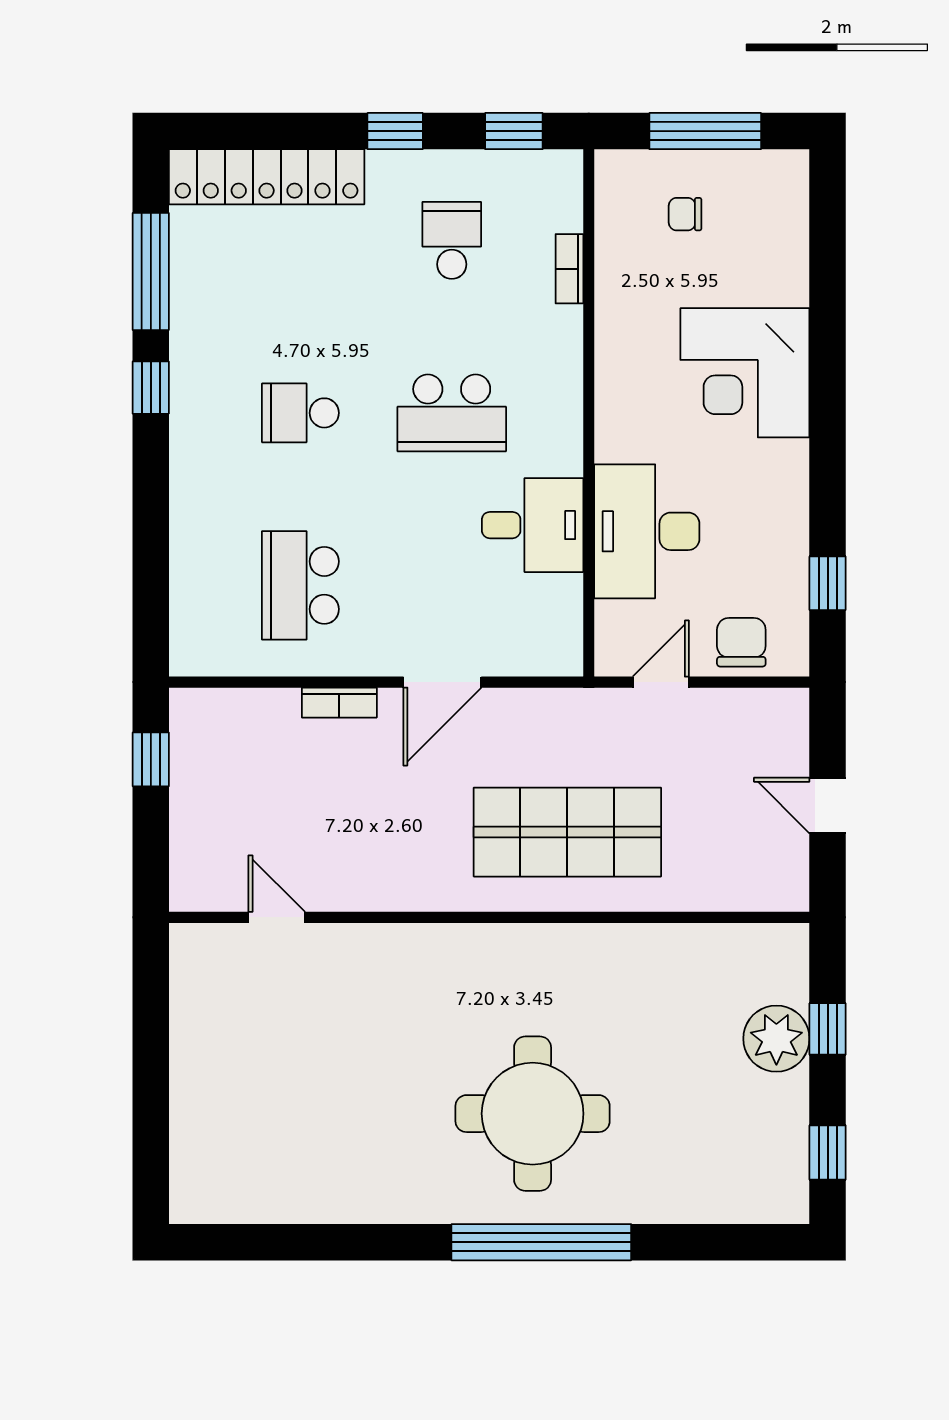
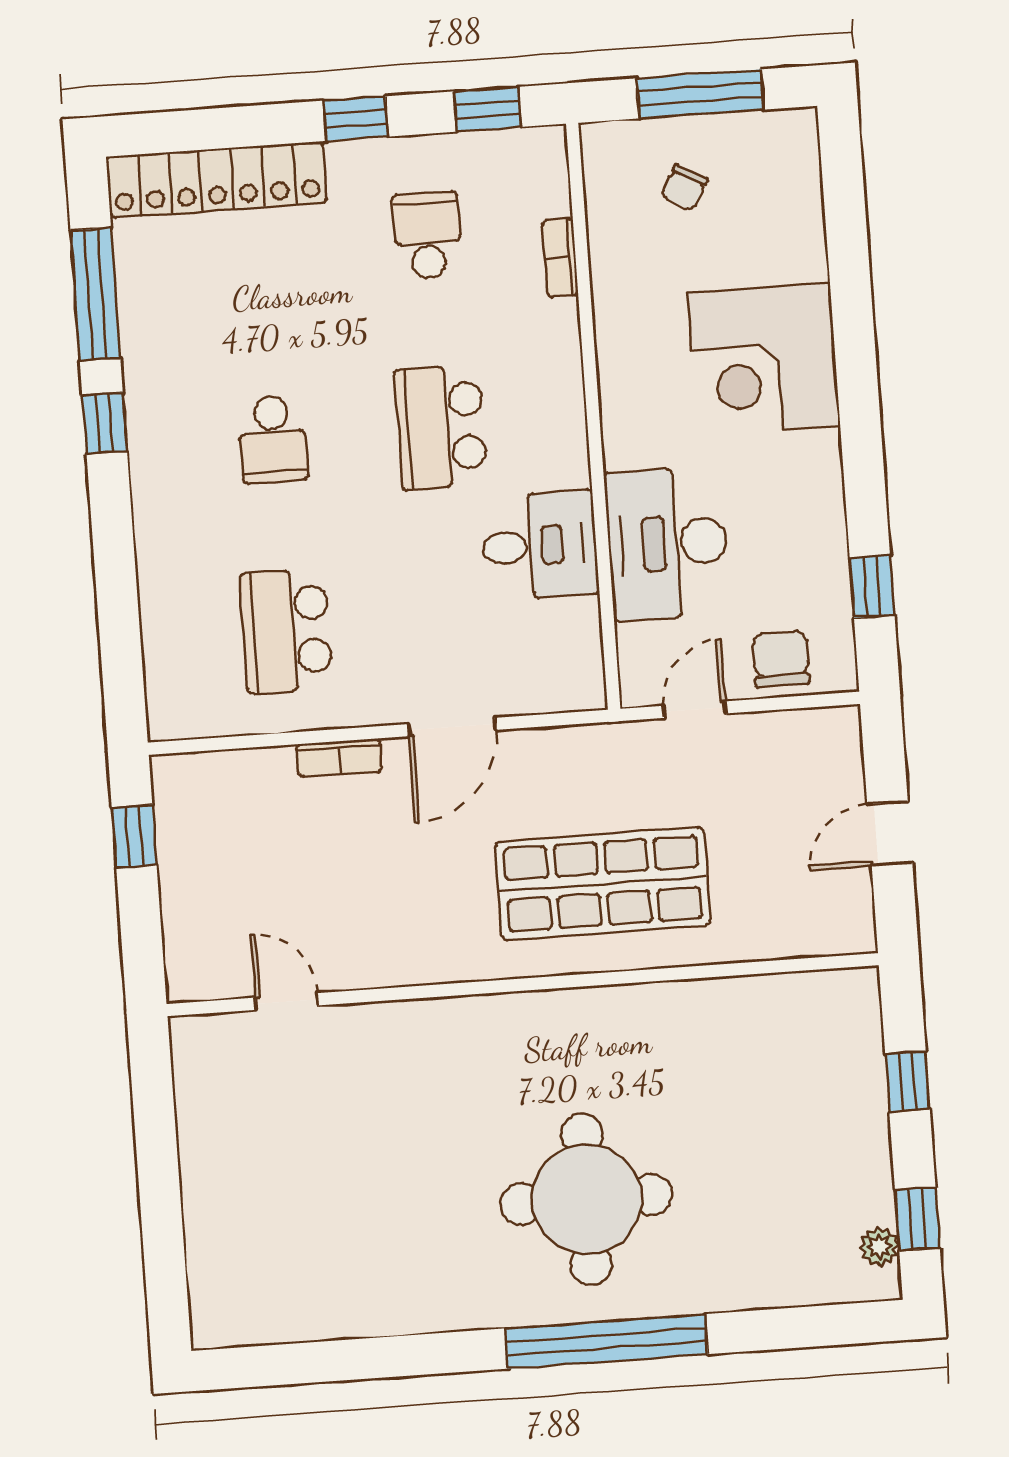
chair: (685, 214) -> (684, 188), turned -61
school desk: (300, 413) -> (273, 439), turned -90
school desk: (452, 413) -> (441, 427), turned 90
door: (828, 806) -> (890, 833), hinge flipped
plant: (776, 1039) -> (879, 1247), moved, width x0.53, depth x0.53

